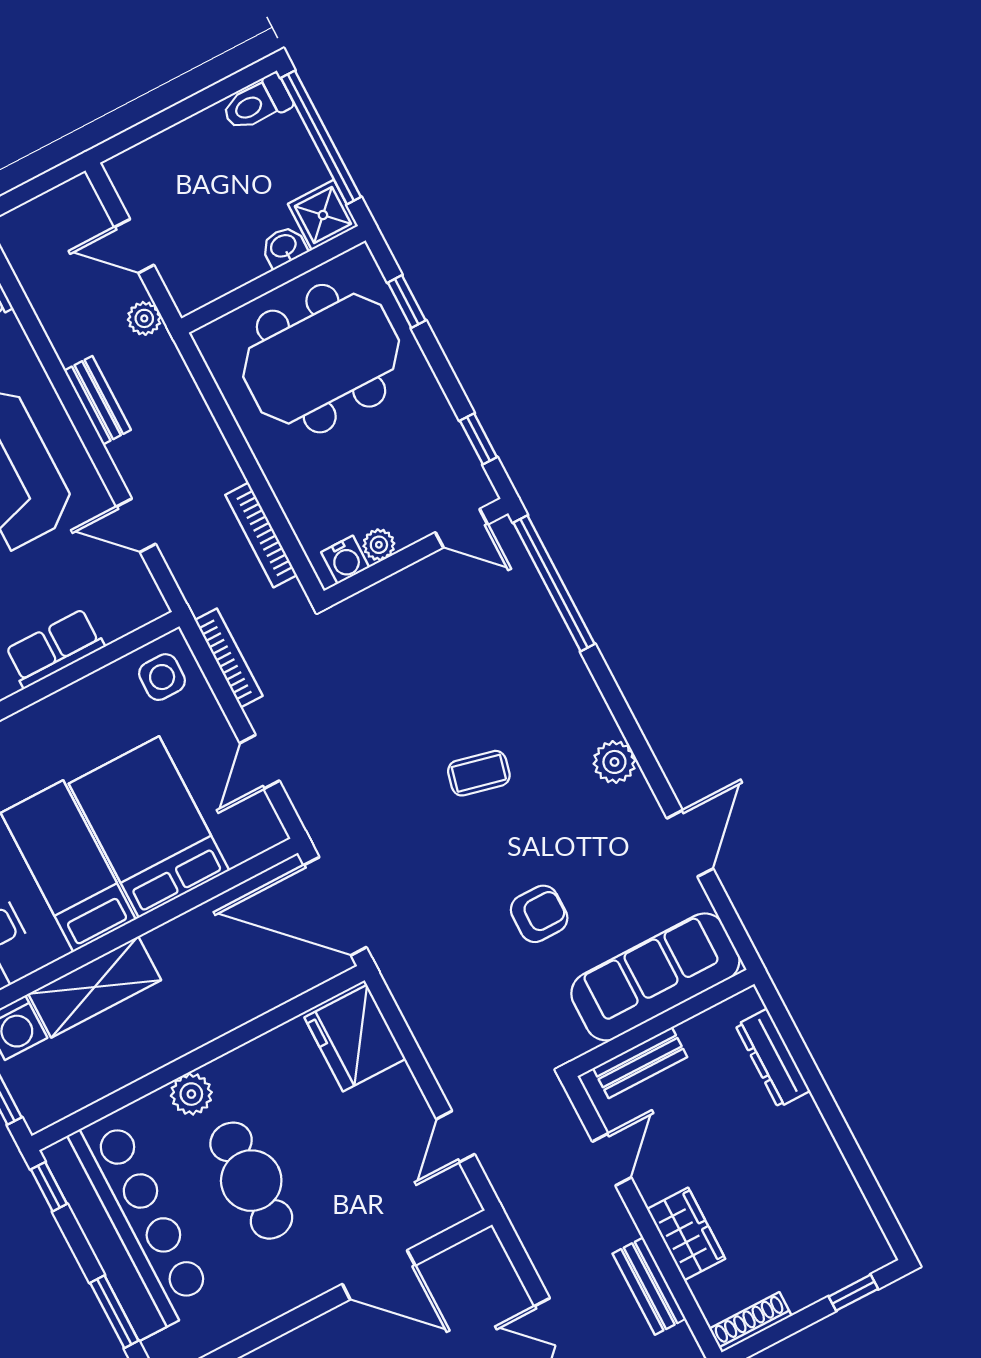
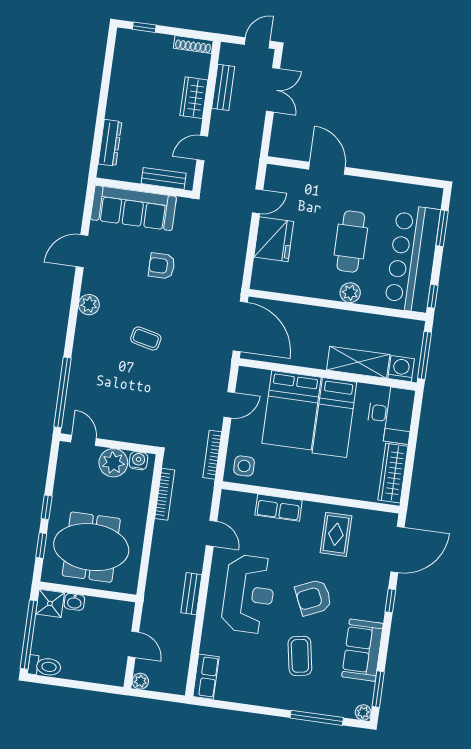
plant: (144, 318) -> (140, 681), moved
window: (478, 439) -> (47, 507), moved
plant: (379, 545) -> (113, 463), width x1.88, depth x1.88
fridge: (355, 1038) -> (274, 239), moved

